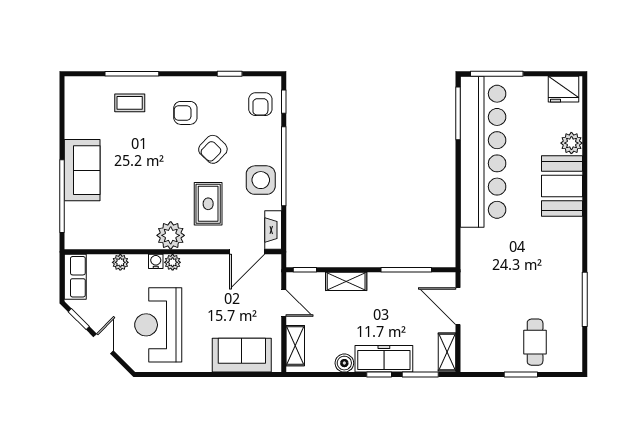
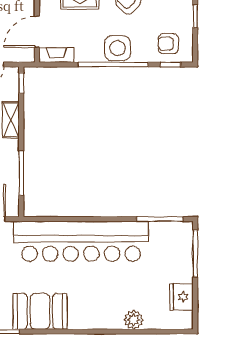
fridge: (563, 89) -> (181, 297), moved
bar counter: (483, 152) -> (81, 241), moved
side table: (261, 180) -> (118, 48), moved
booth: (562, 186) -> (40, 311), moved
door: (247, 252) -> (37, 32), hinge flipped

